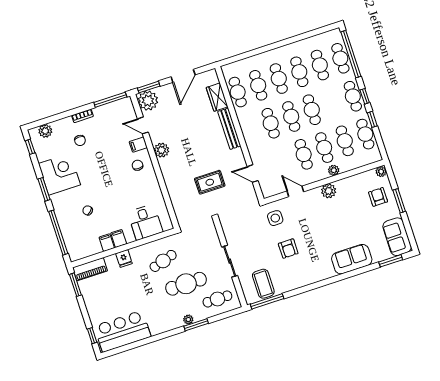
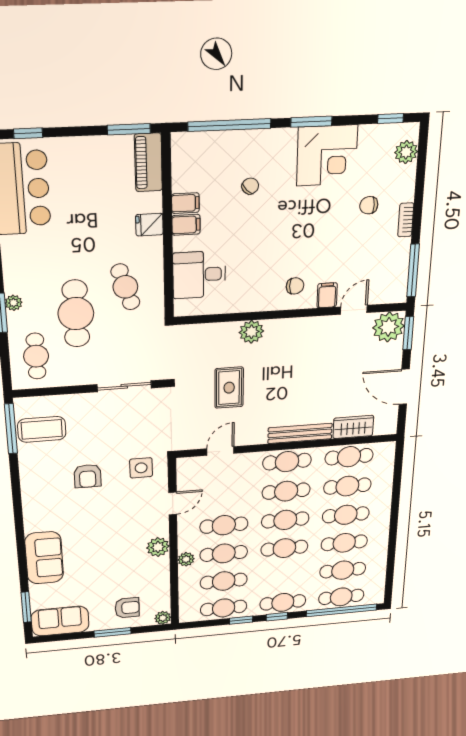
cafe table: (250, 130) -> (287, 462), added
plant: (161, 150) -> (251, 332), moved
armchair: (288, 249) -> (88, 476), turned -90
sliding door: (230, 261) -> (124, 386), moved

